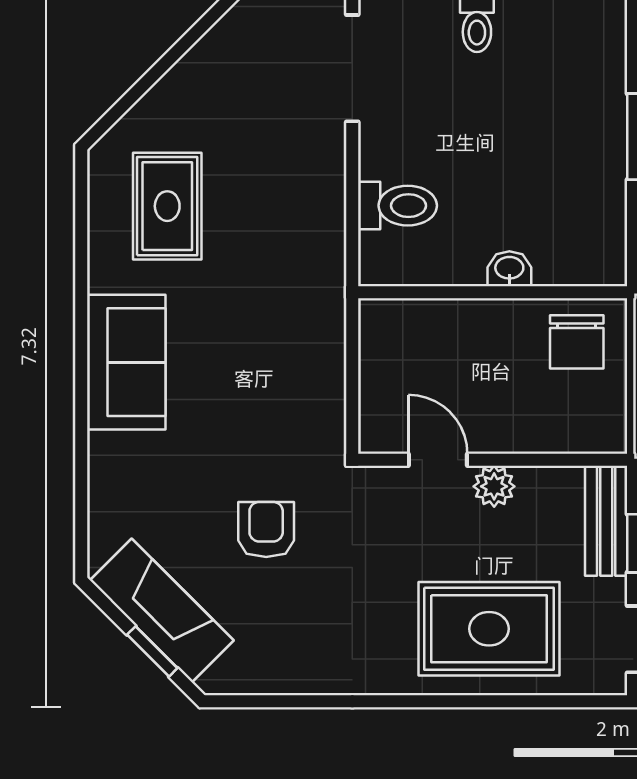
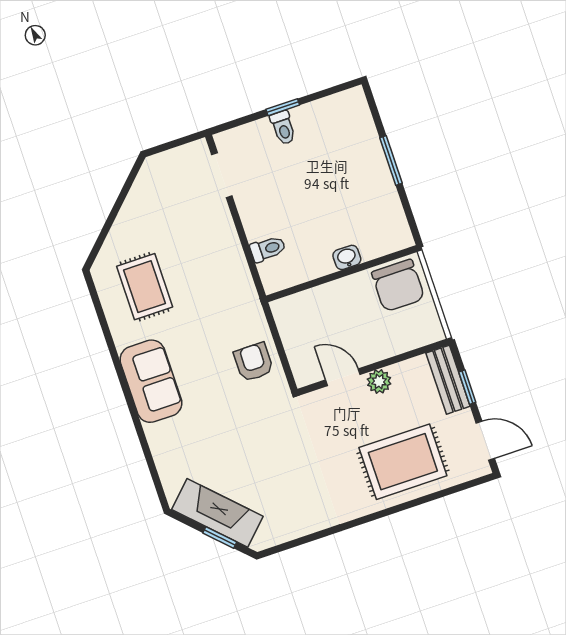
doorway: (352, 68) -> (222, 175), width x0.73
toilet: (398, 206) -> (268, 249), width x0.73, depth x0.72
chair: (577, 342) -> (398, 285), width x1.37, depth x1.37
armchair: (266, 529) -> (254, 362), moved

